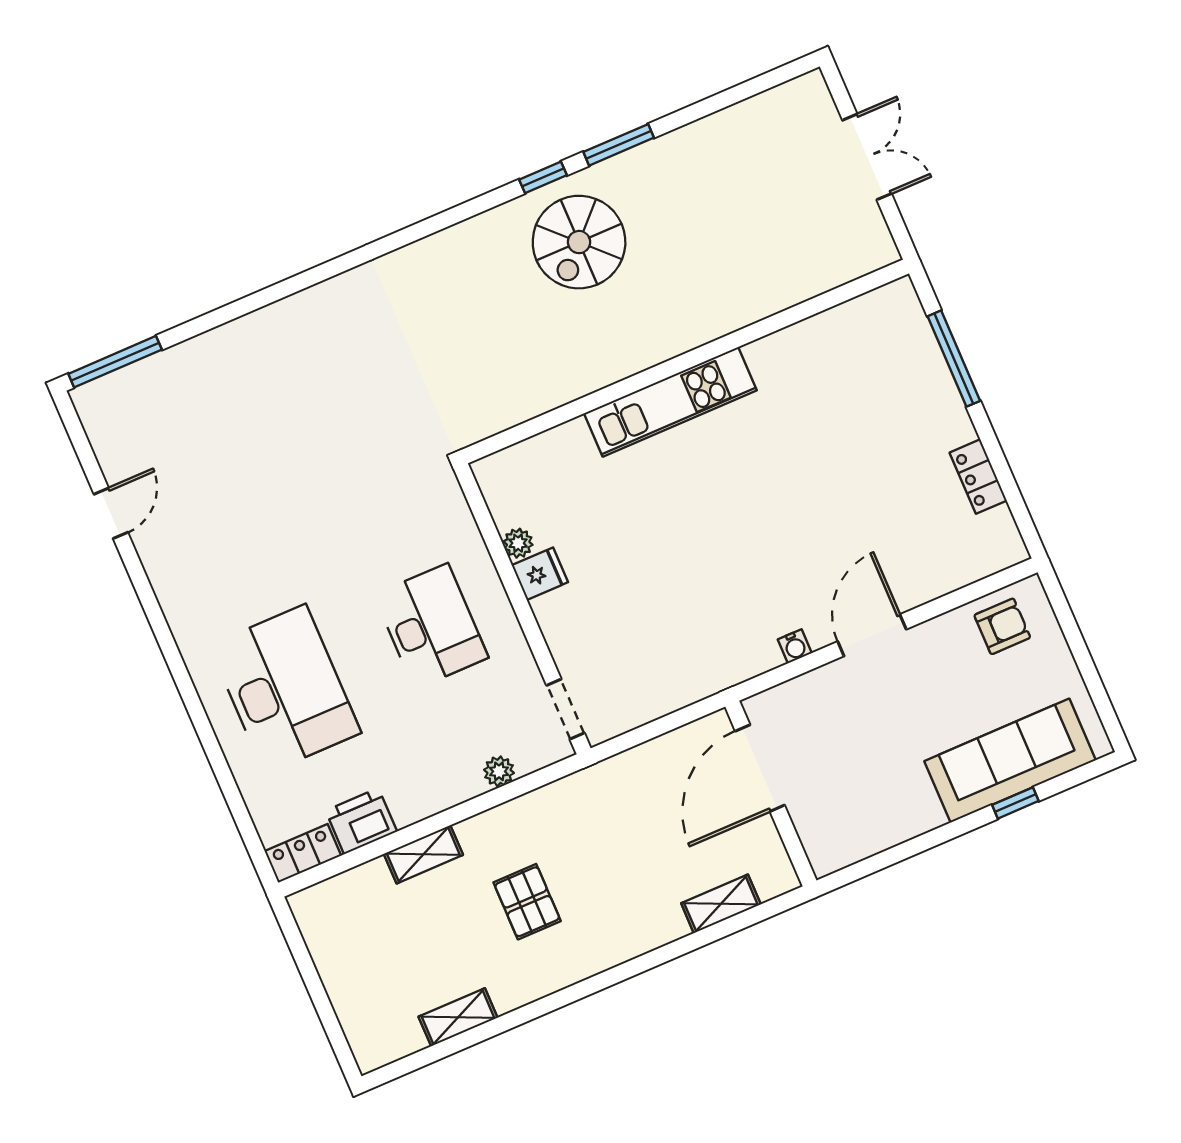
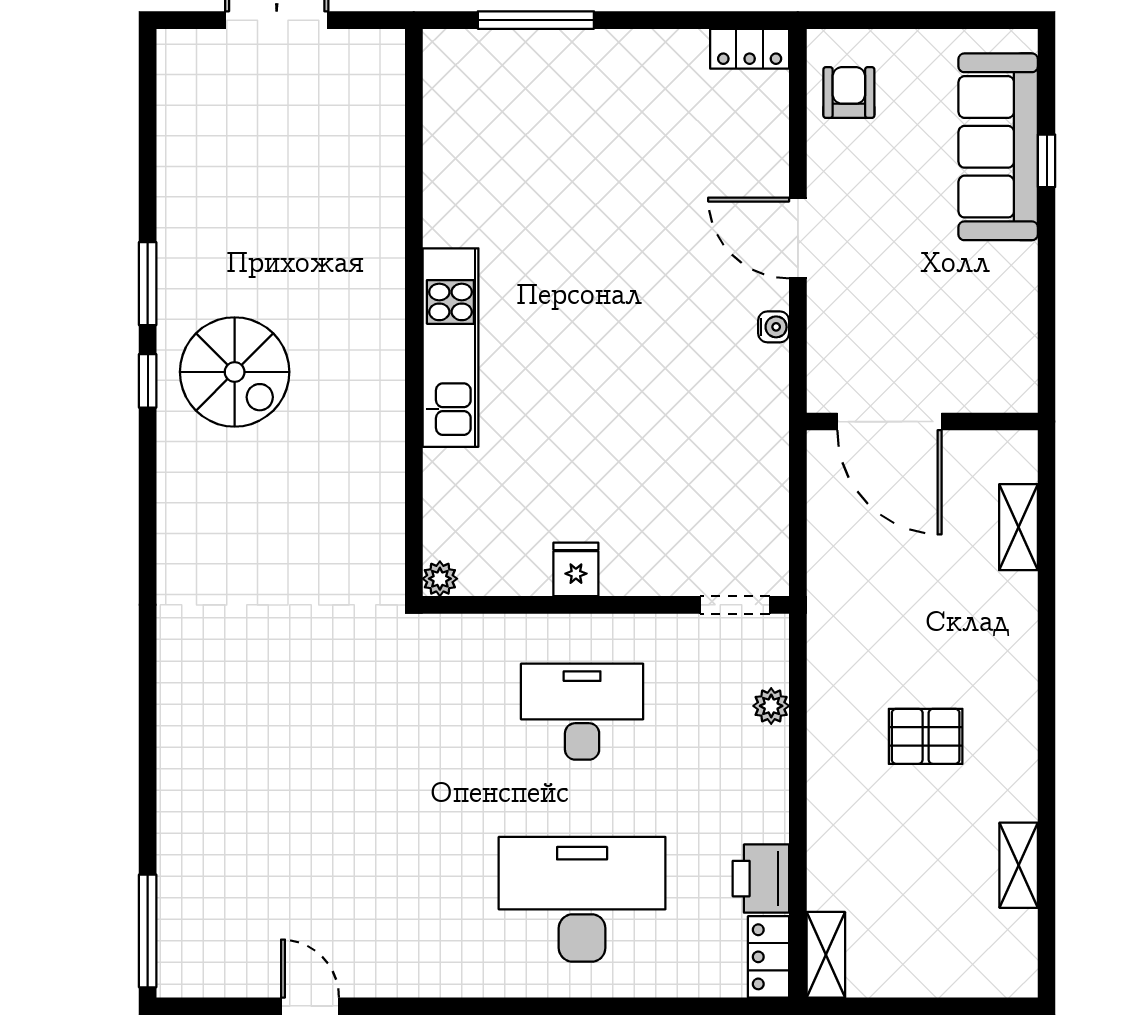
locker: (978, 477) -> (750, 49), moved
plant: (518, 543) -> (440, 579), moved
shelving: (423, 854) -> (826, 955), moved

